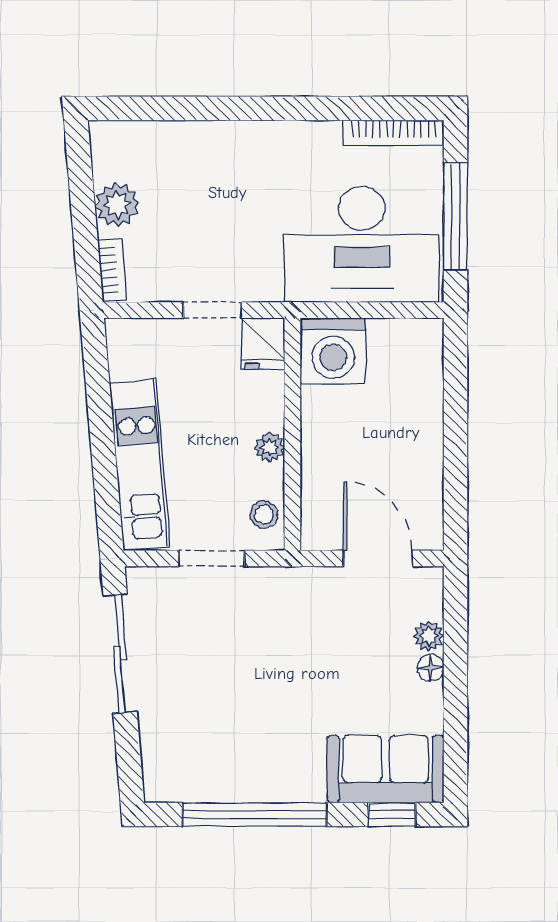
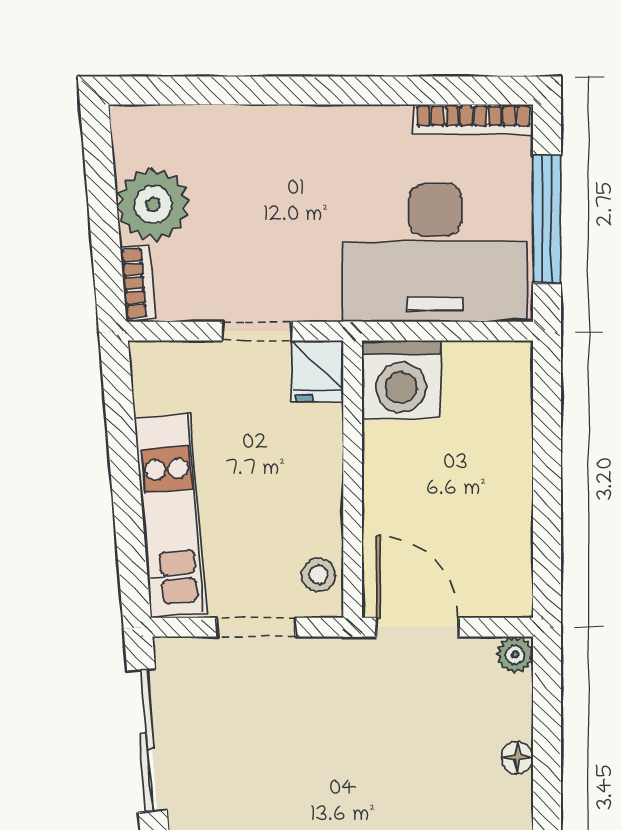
plant: (117, 205) -> (153, 204), width x1.36, depth x1.36
plant: (270, 447) -> (325, 495), removed
door: (378, 558) -> (417, 627), moved
plant: (429, 636) -> (515, 655), moved

